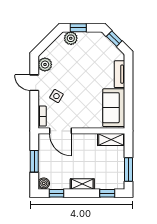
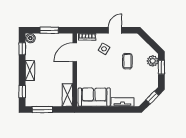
plant: (45, 64) -> (131, 39), removed
coffee table: (71, 68) -> (127, 61), added

